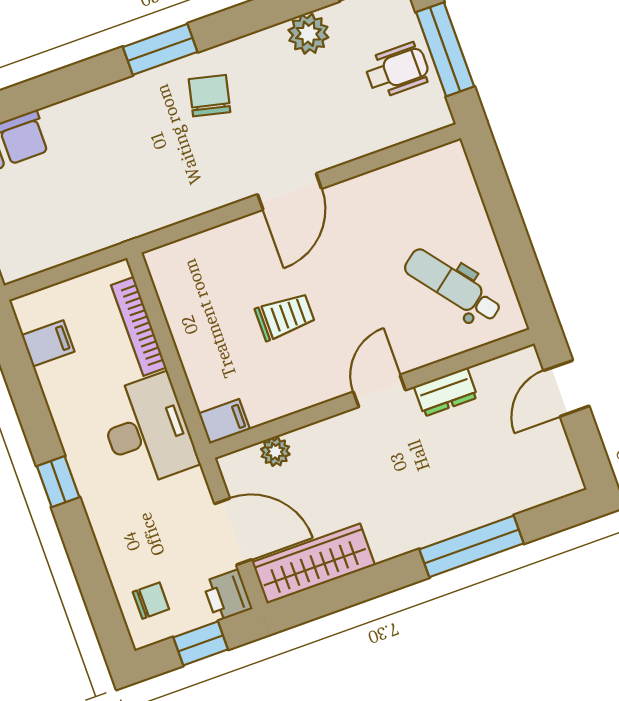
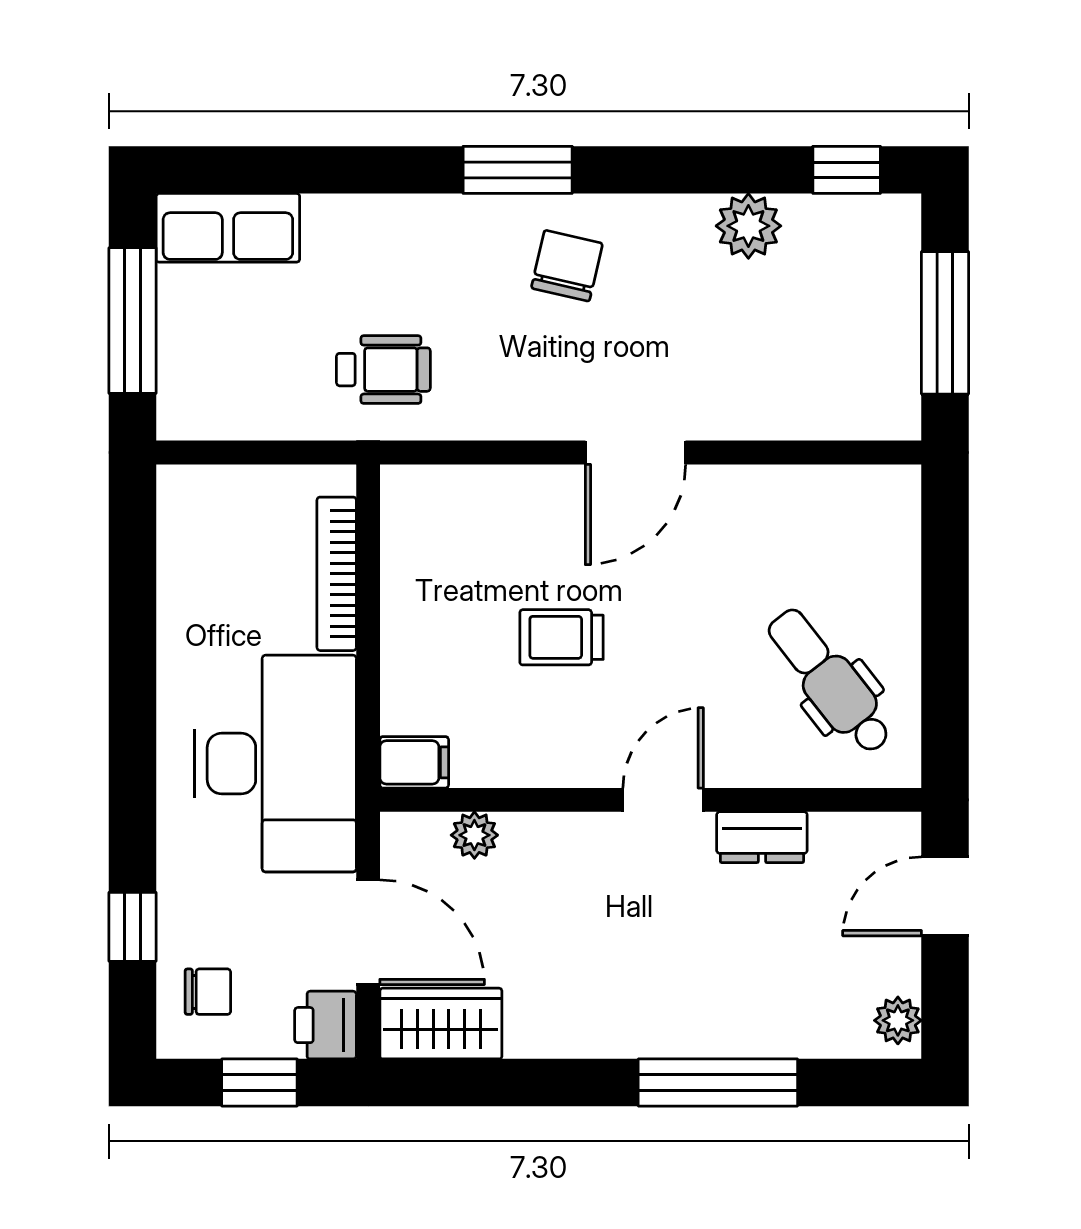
wheelchair: (397, 70) -> (383, 370), moved
trolley: (285, 316) -> (562, 637), turned 180
filing cabinet: (48, 343) -> (192, 551), removed
desk: (147, 430) -> (275, 764), width x1.36, depth x1.30
plant: (565, 472) -> (898, 1020), added
window: (58, 482) -> (133, 927), moved
wardrobe: (313, 564) -> (441, 1024), width x0.67

